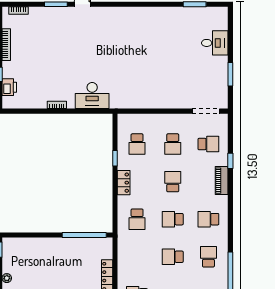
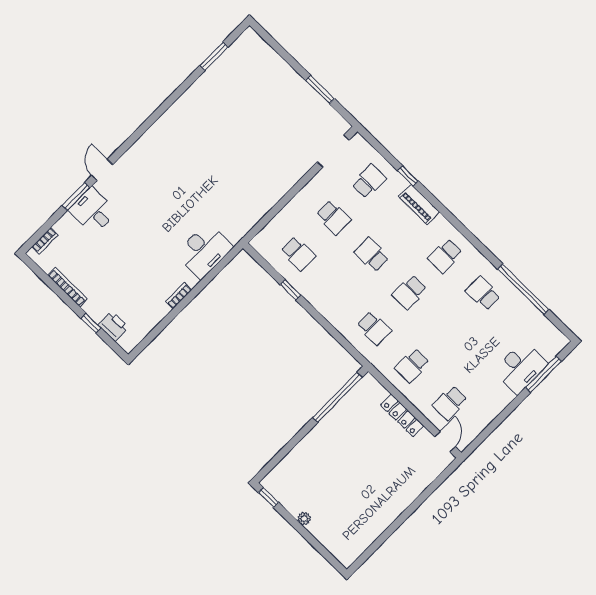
desk: (215, 43) -> (93, 211), moved, turned -90
locker: (124, 183) -> (324, 305), removed
school desk: (173, 257) -> (412, 366), moved

